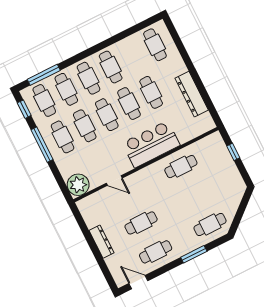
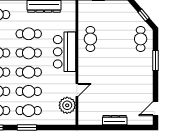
window: (42, 145) -> (27, 127), width x0.69
plant: (78, 185) -> (67, 105), moved
window: (239, 214) -> (144, 15), added
cafe table: (141, 223) -> (115, 86), removed
cafe table: (156, 252) -> (141, 86), removed

